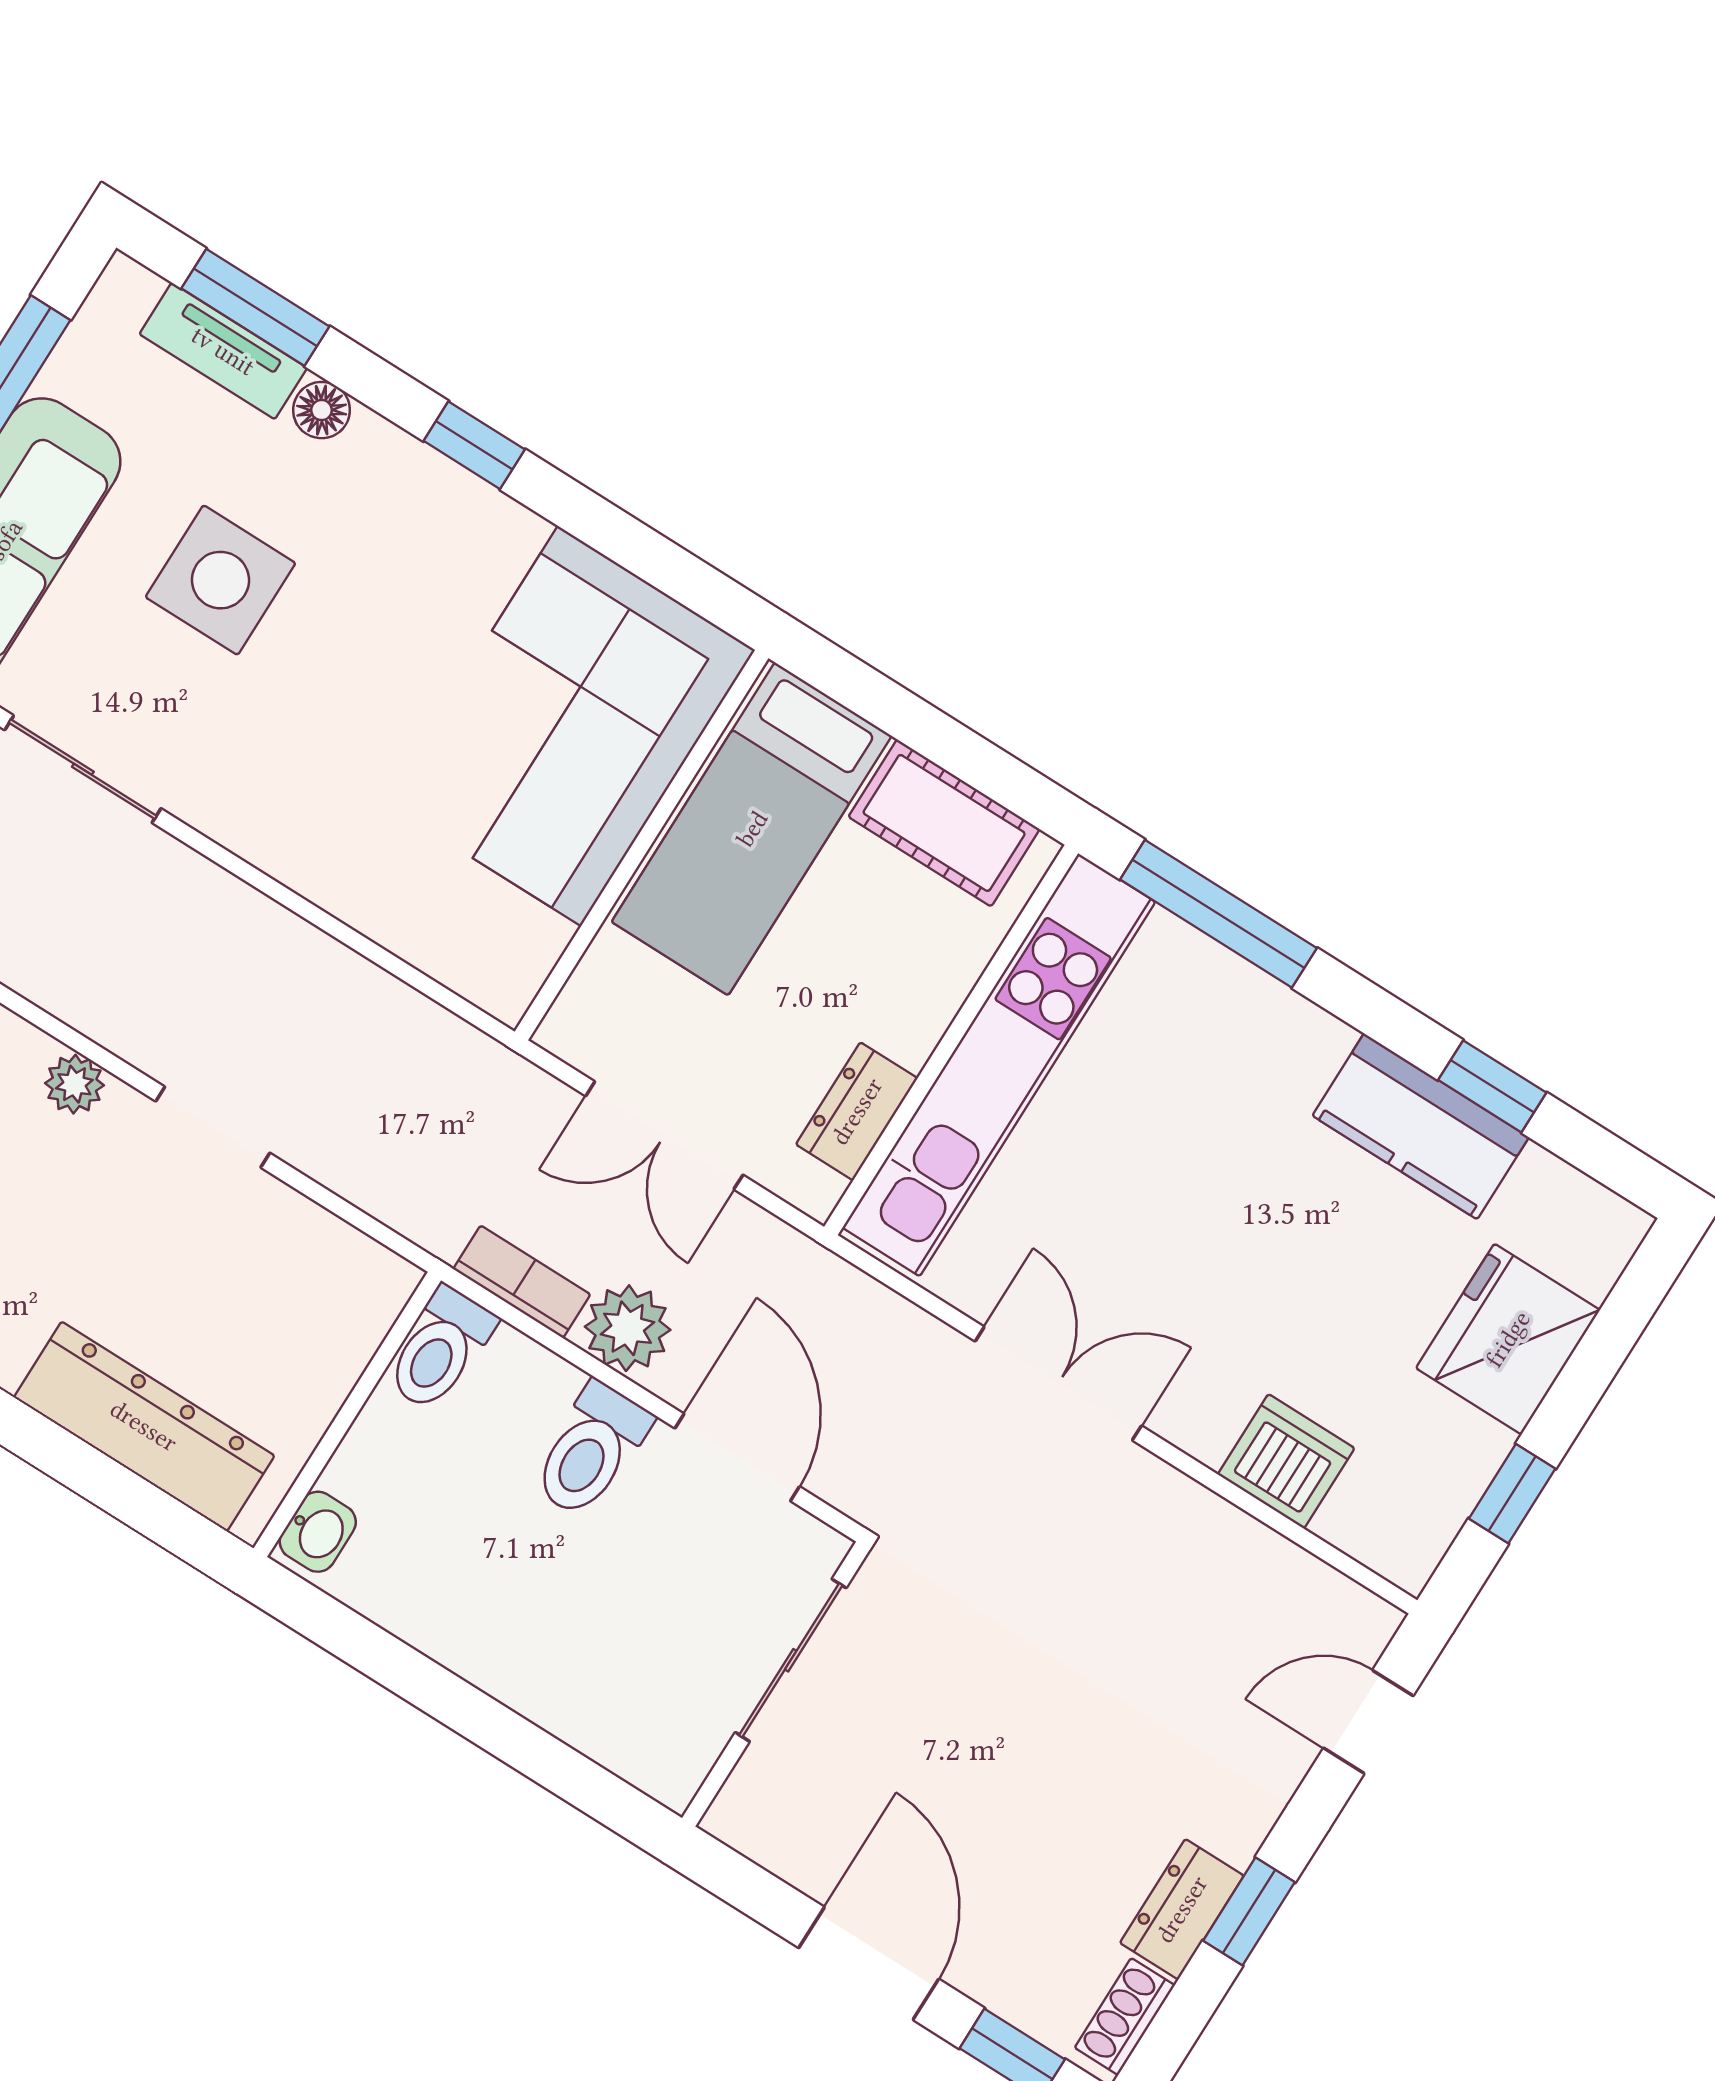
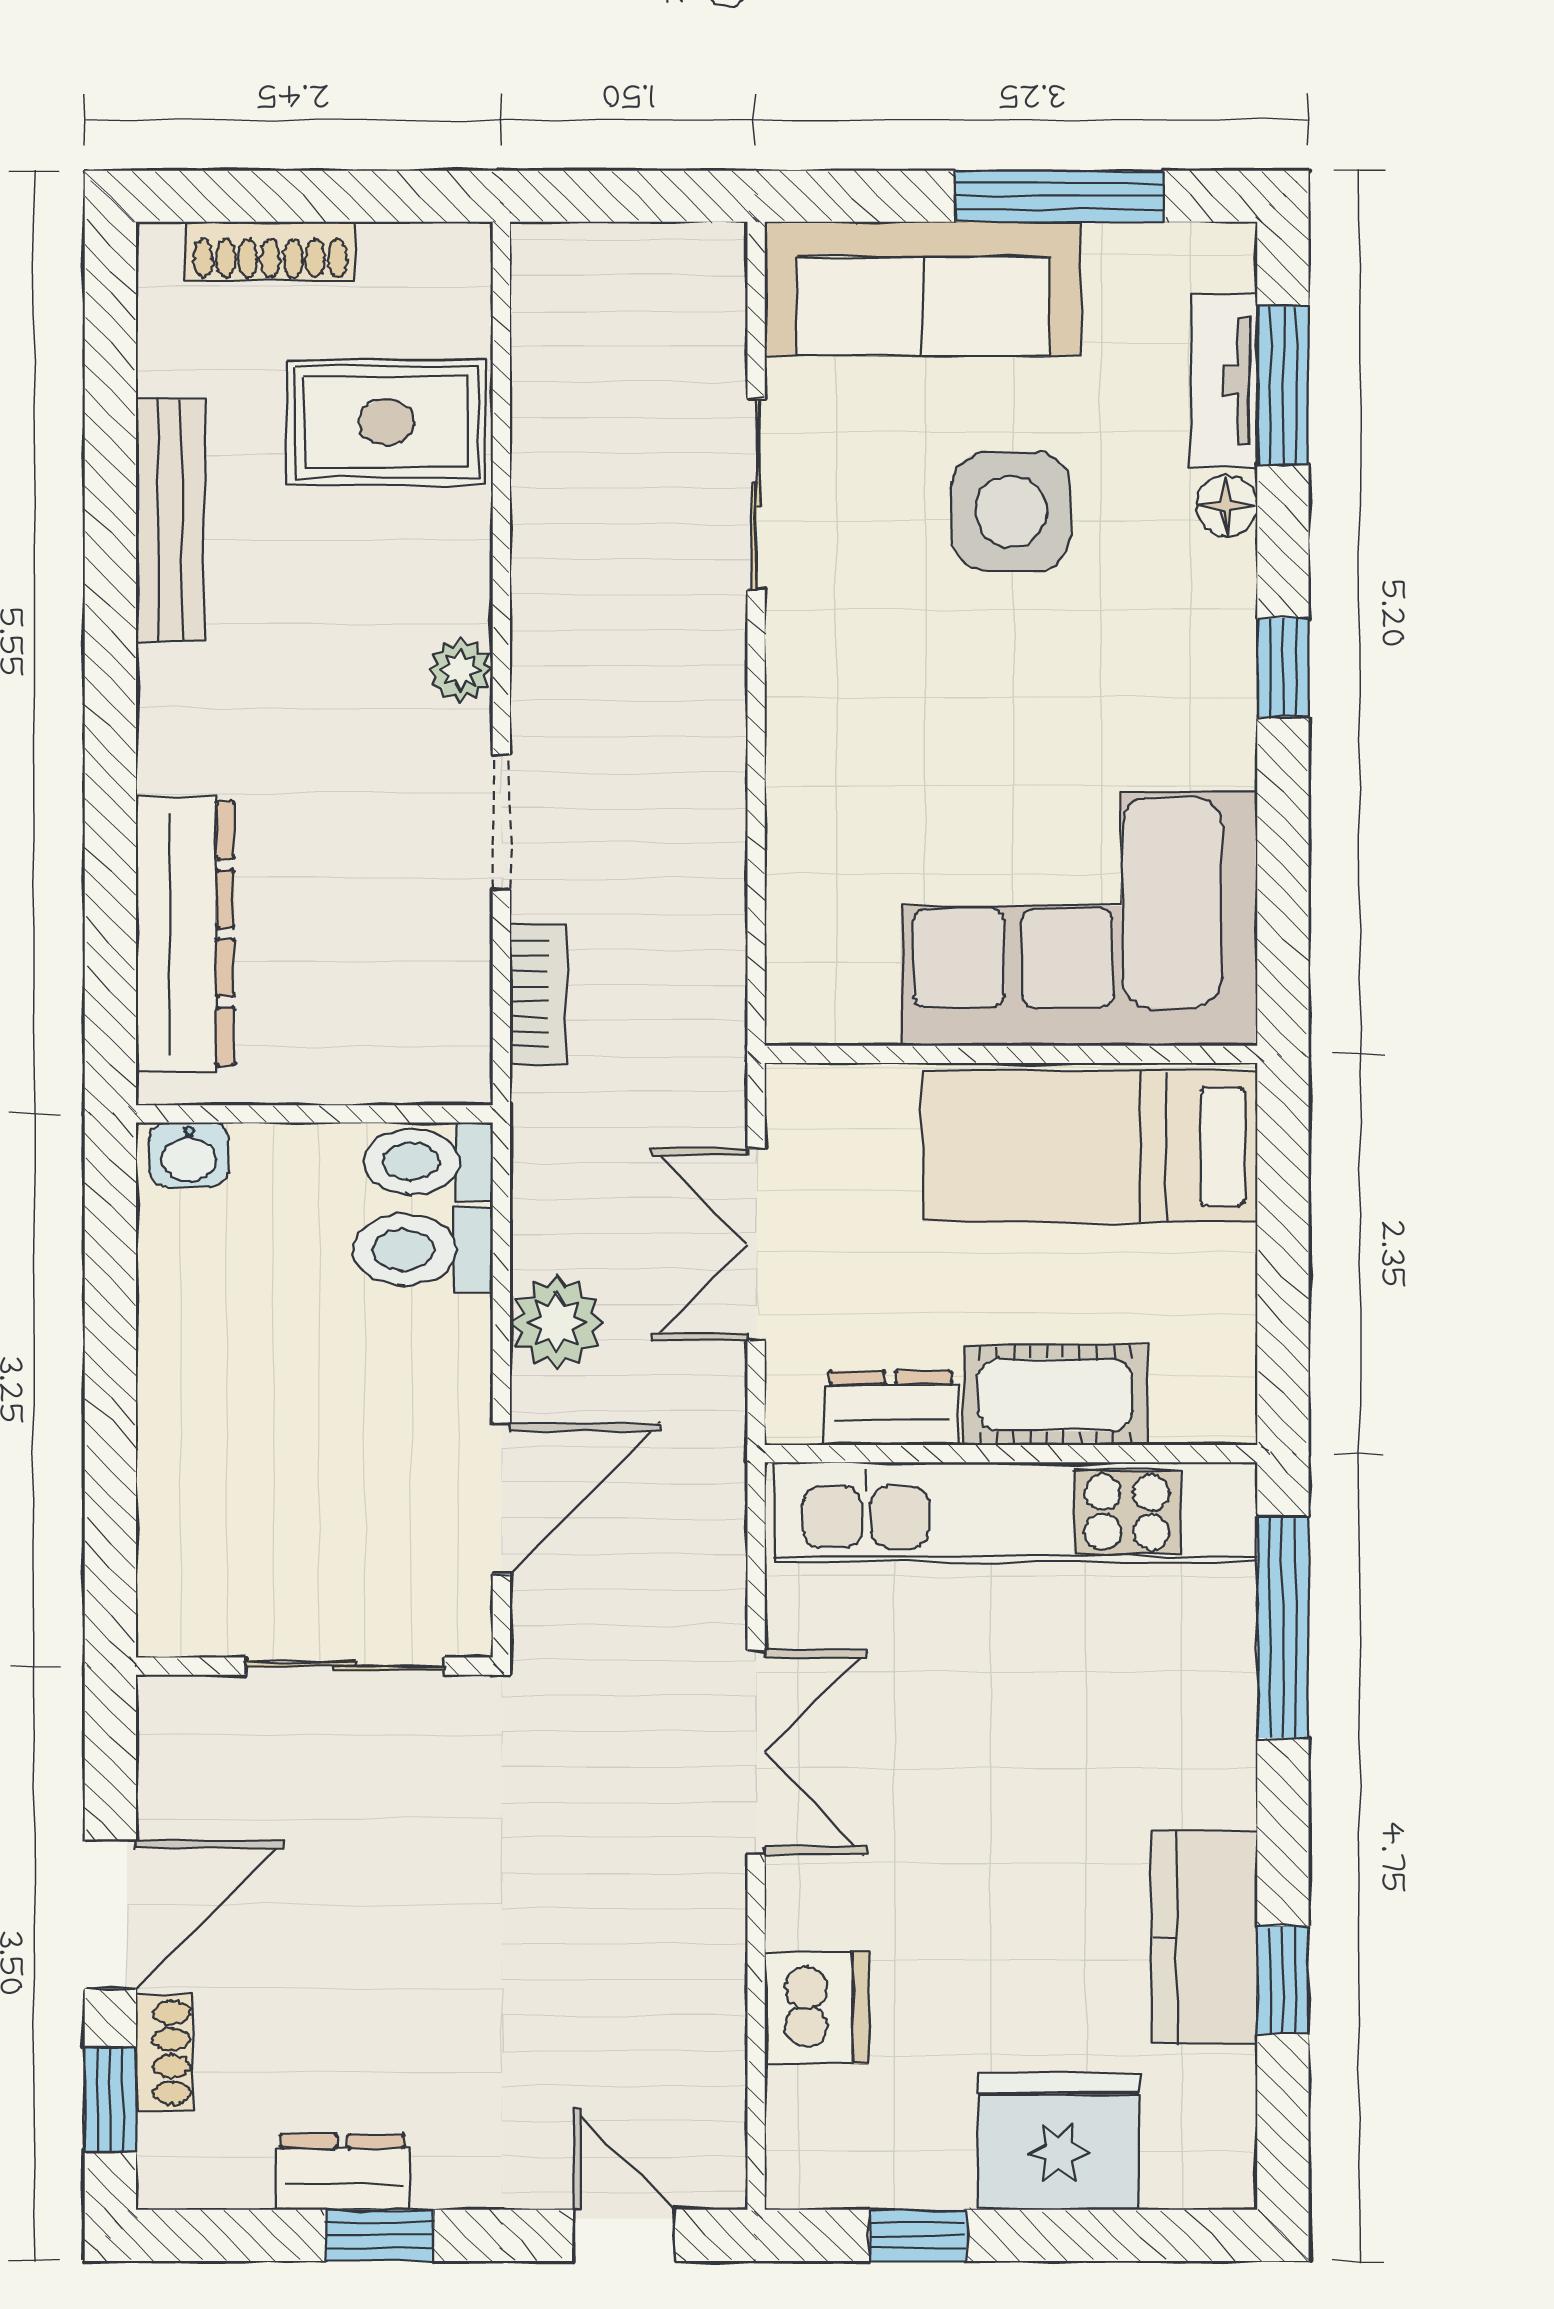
cot: (944, 823) -> (1055, 1395), moved, turned 90
bookcase: (522, 1282) -> (538, 994), moved
toilet: (591, 1450) -> (423, 1250), moved
shoe rack: (1125, 2016) -> (164, 2053), moved, turned 90

